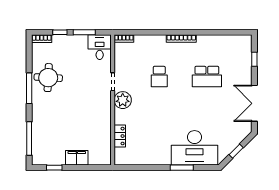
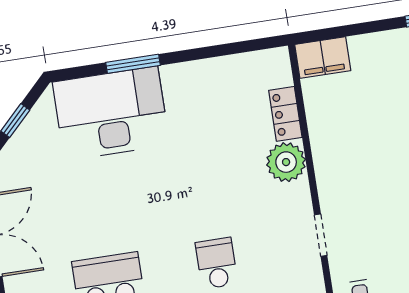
plant: (123, 100) -> (286, 162), moved
filing cabinet: (77, 158) -> (323, 58), moved

